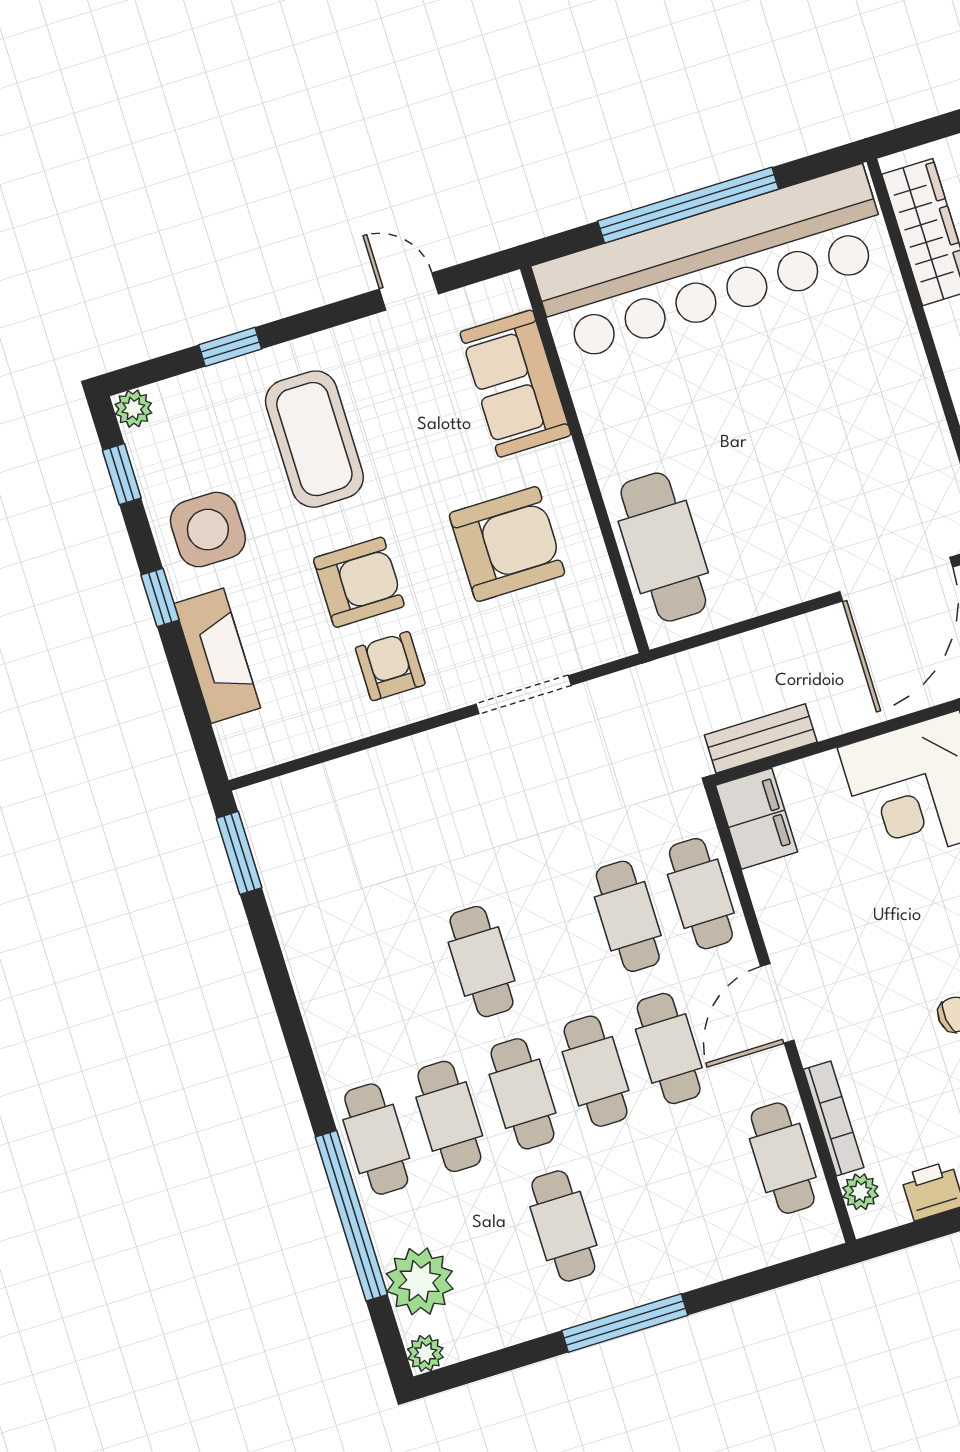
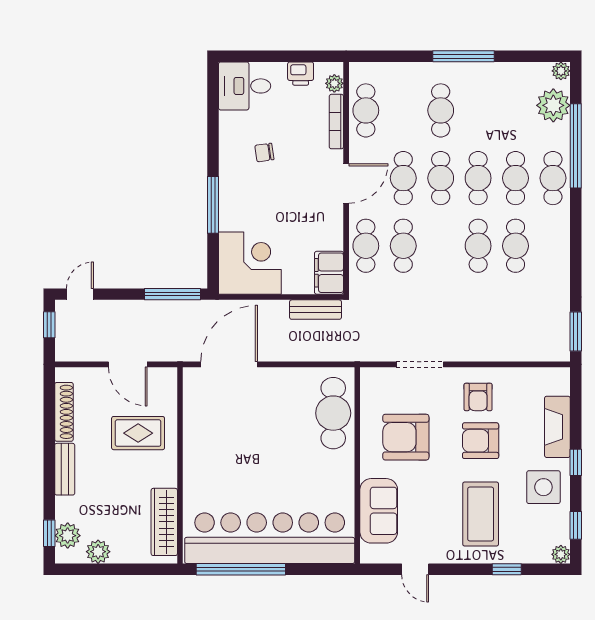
window: (688, 205) -> (241, 569), moved
cafe table: (408, 984) -> (516, 246), added
cafe table: (563, 1226) -> (441, 110), moved

